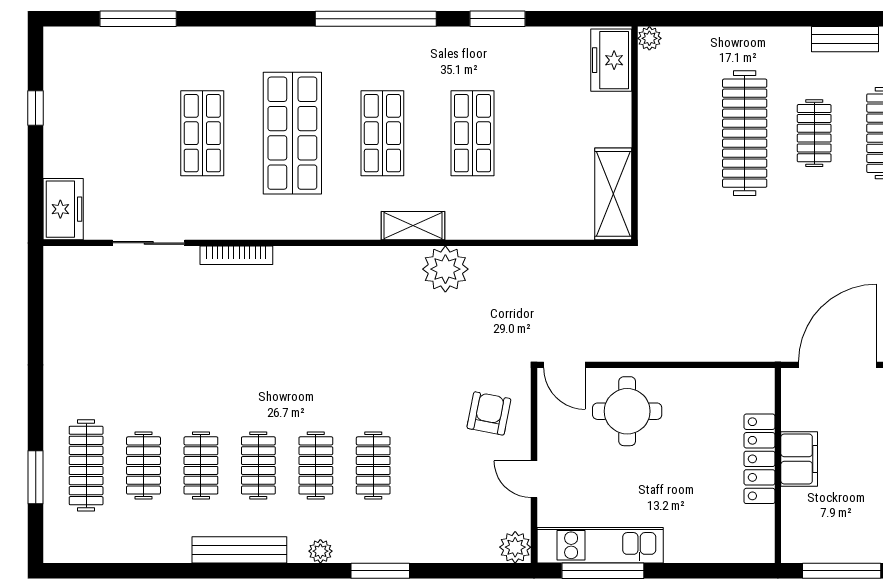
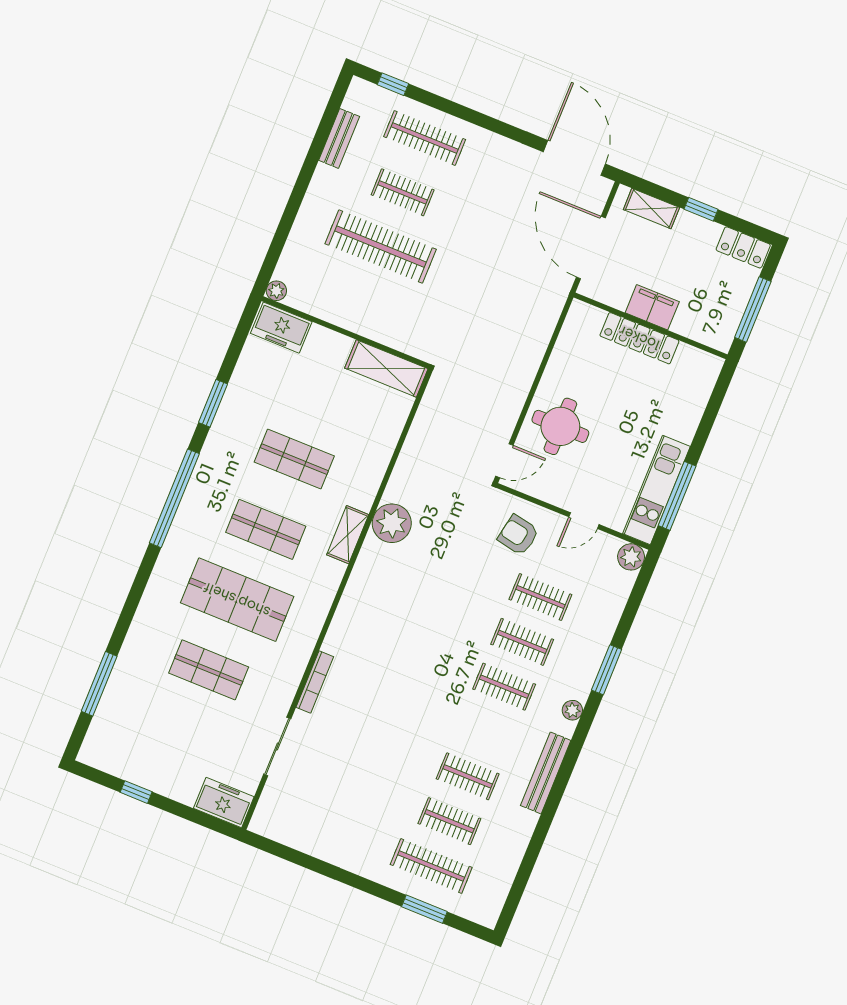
clothes rail: (258, 465) -> (540, 597), moved

